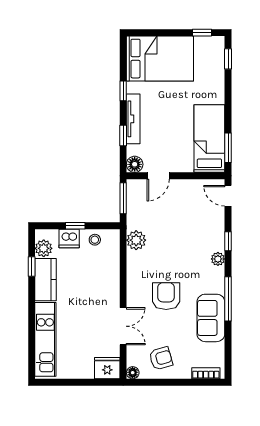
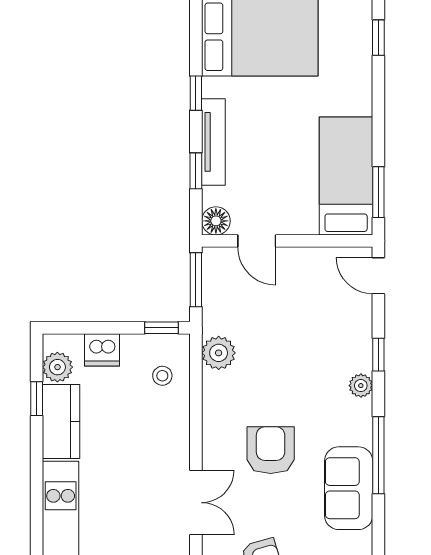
door: (158, 176) -> (257, 241), hinge flipped
window: (75, 226) -> (161, 328), moved
stool: (95, 240) -> (162, 376), moved

